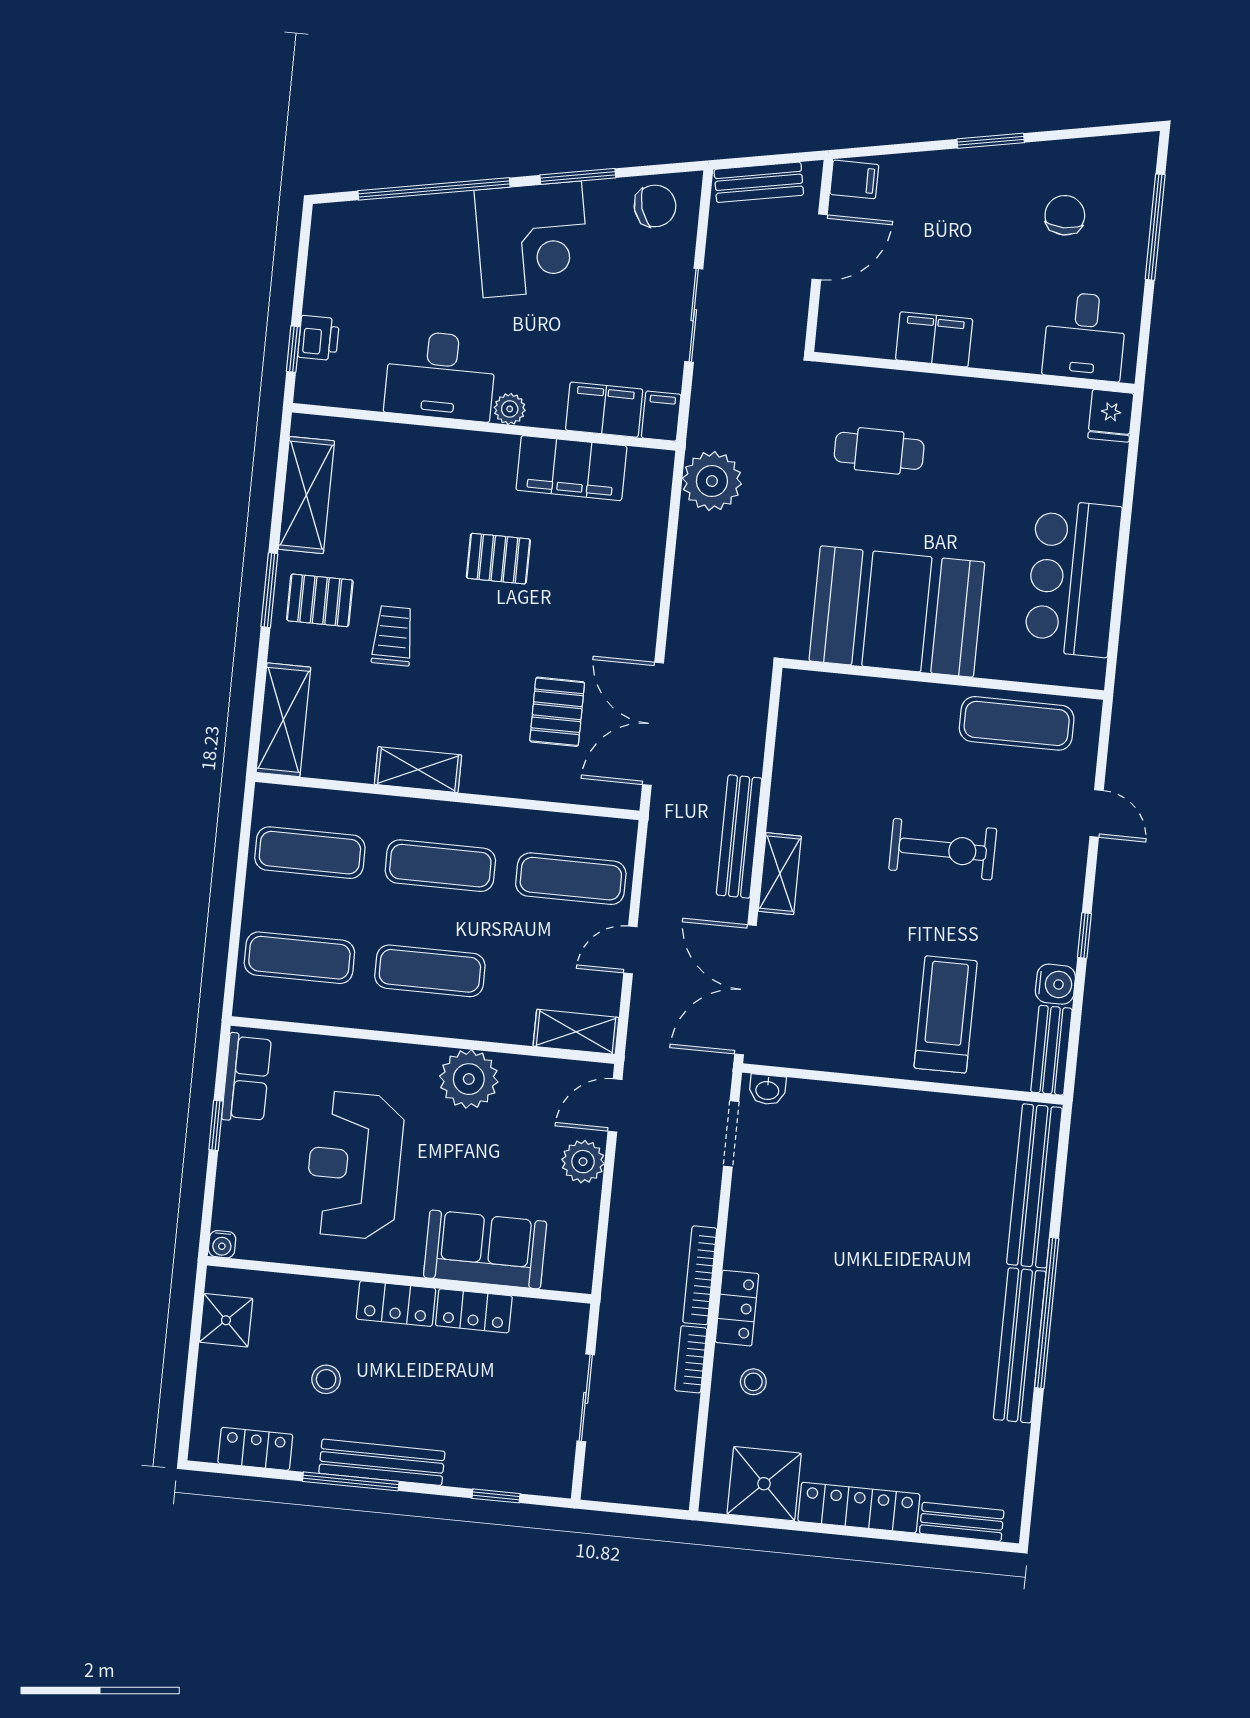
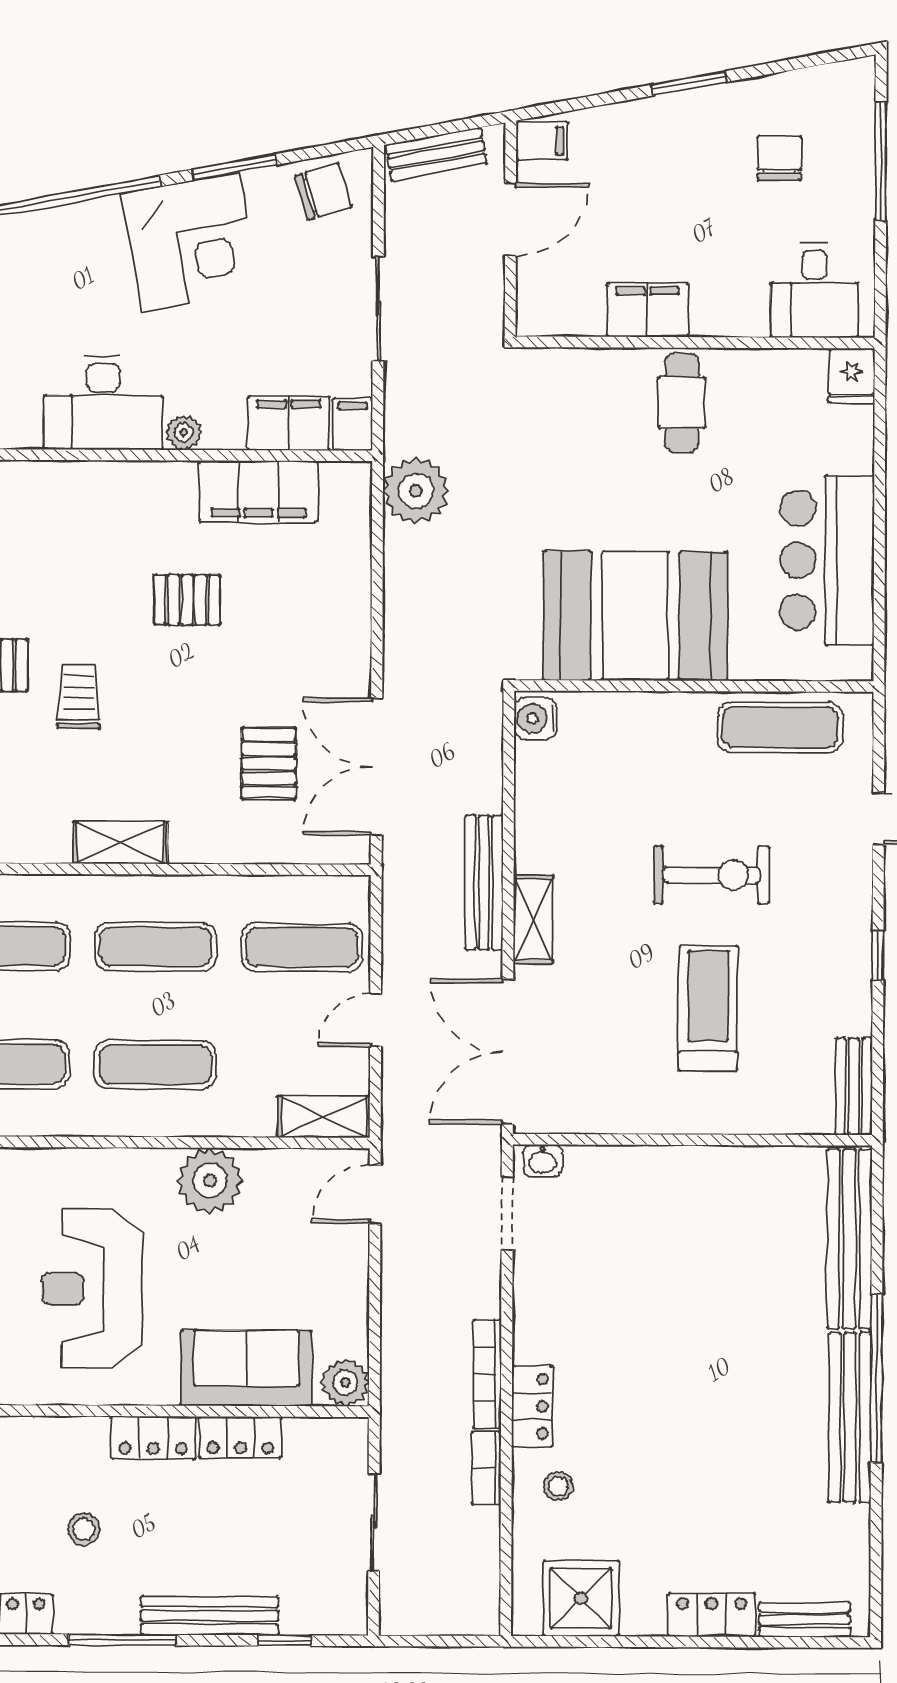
cafe table: (879, 451) -> (682, 403), moved, turned 90
water cooler: (1055, 984) -> (536, 718), moved, turned 180
treadmill: (946, 1014) -> (708, 1008), moved
plant: (583, 1162) -> (345, 1382), moved
bench: (382, 1462) -> (210, 1616), moved
locker: (859, 1508) -> (712, 1615), width x0.66

